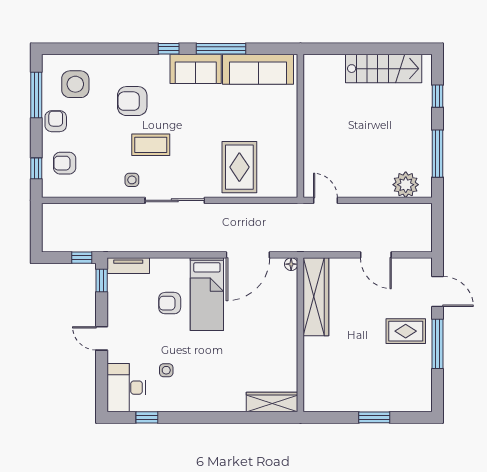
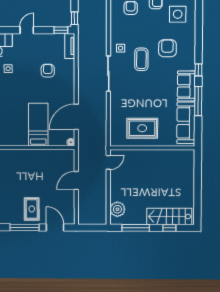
stairs: (384, 69) -> (169, 216), moved, turned 90
rug: (239, 167) -> (142, 128), moved
door: (248, 255) -> (76, 117), hinge flipped
door: (376, 255) -> (76, 180), moved
door: (438, 291) -> (55, 227), swing flipped
bed: (207, 294) -> (38, 125), moved, turned 90
wardrobe: (316, 297) -> (52, 157), removed

